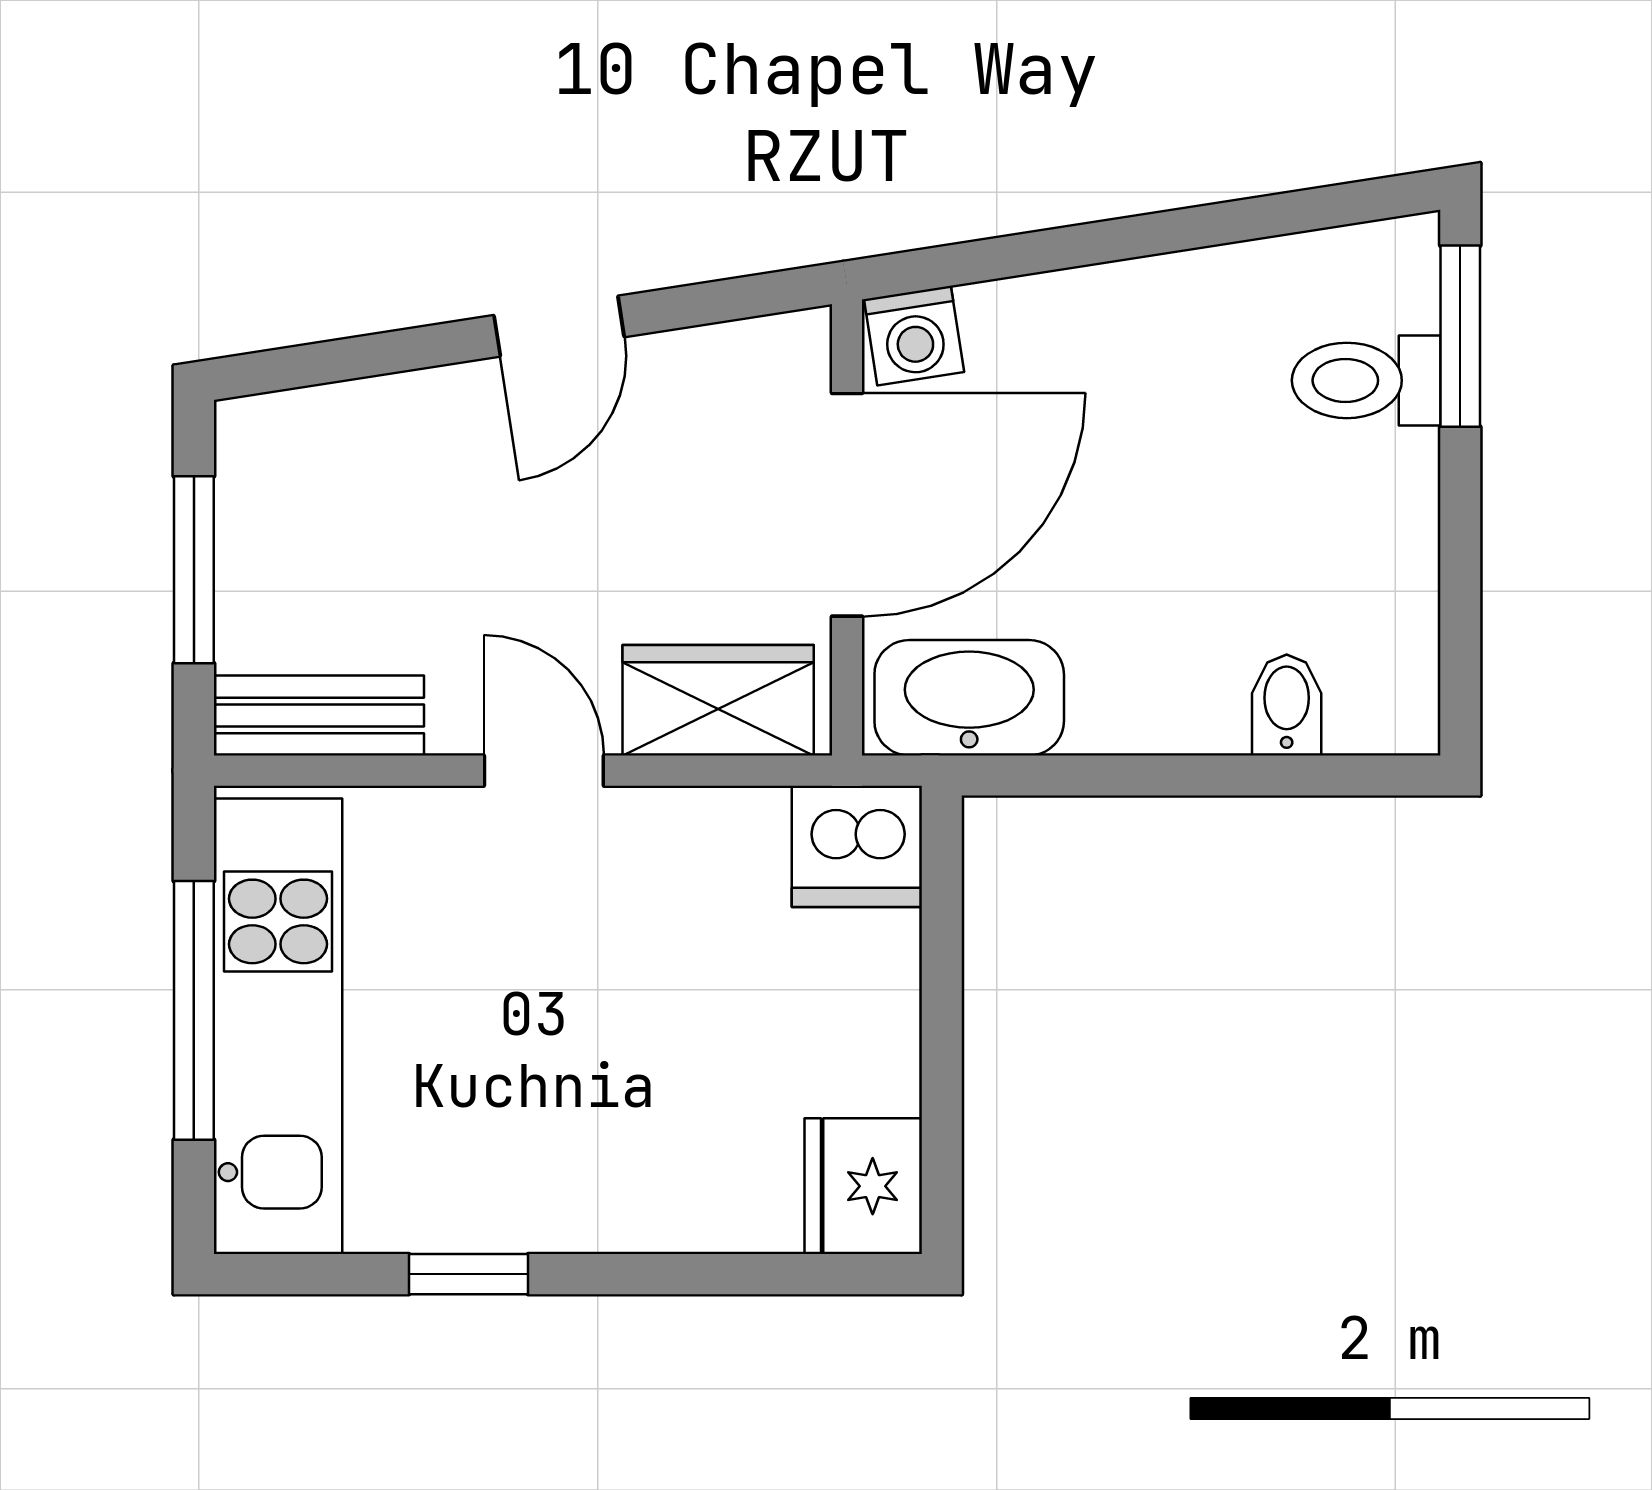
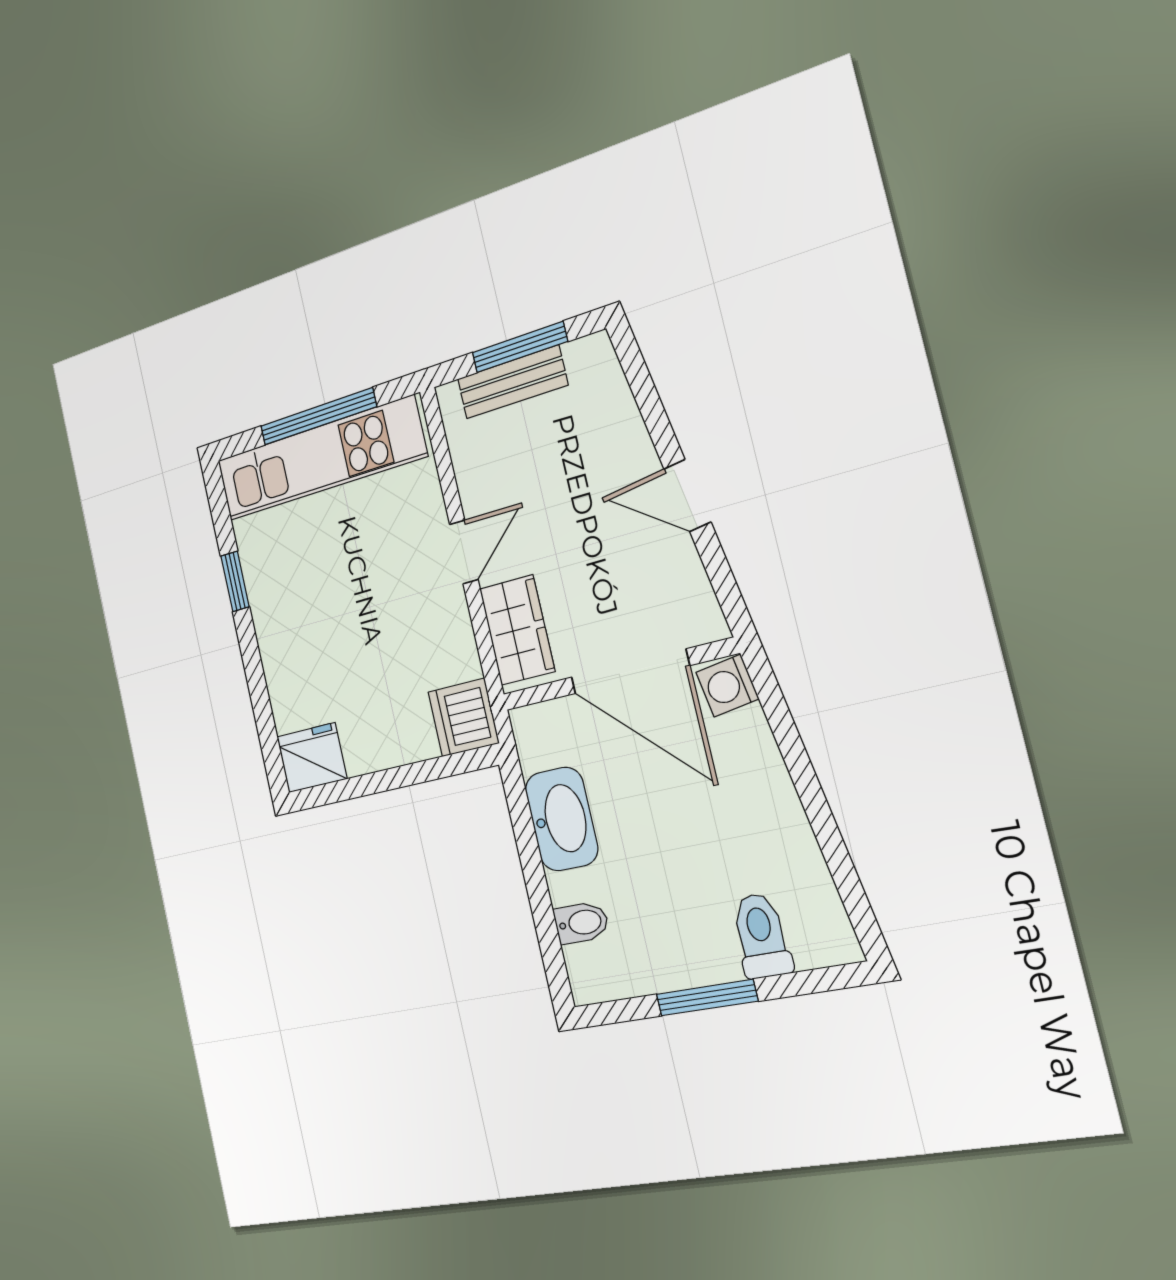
window: (1460, 336) -> (707, 998), moved
washbasin: (969, 698) -> (561, 819), moved
bench: (319, 716) -> (512, 382), moved, turned 90

